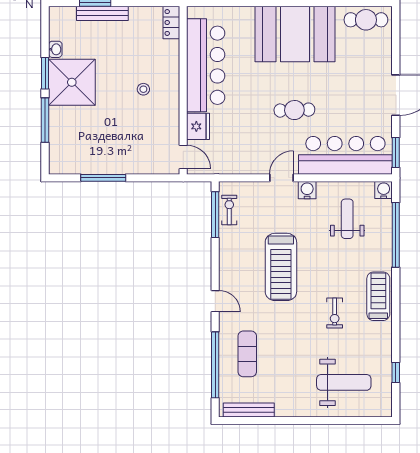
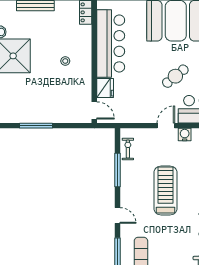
cafe table: (294, 110) -> (175, 76), turned -37
window: (215, 215) -> (118, 170), moved
treadmill: (281, 267) -> (166, 191), turned 180

